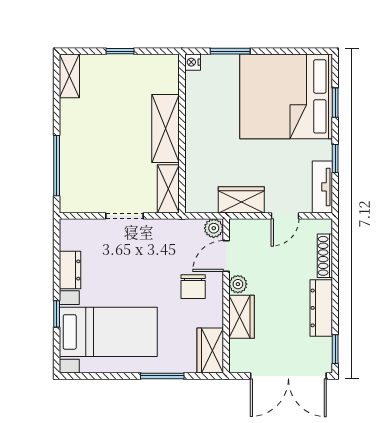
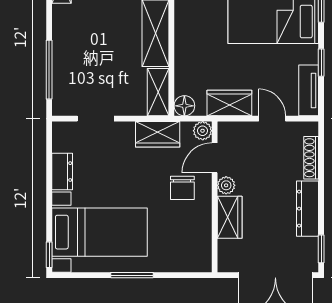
floor lamp: (195, 203) -> (184, 106), added
doorway: (125, 216) -> (96, 119), moved
door: (285, 216) -> (272, 119), swing flipped
window: (57, 314) -> (49, 255), moved
wardrobe: (210, 351) -> (158, 134), moved, turned -90
window: (162, 376) -> (132, 275), moved

